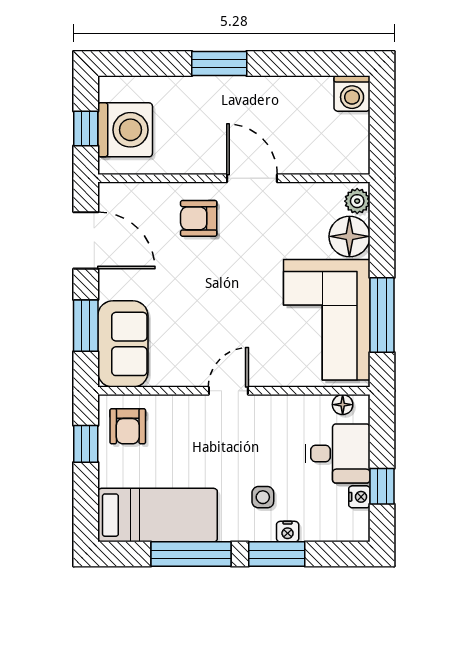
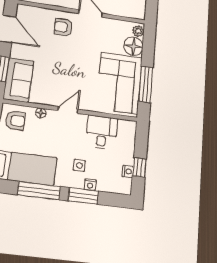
floor lamp: (343, 405) -> (41, 113), moved
armchair: (128, 426) -> (15, 121), turned -90
desk: (338, 454) -> (102, 132), moved, turned -90

